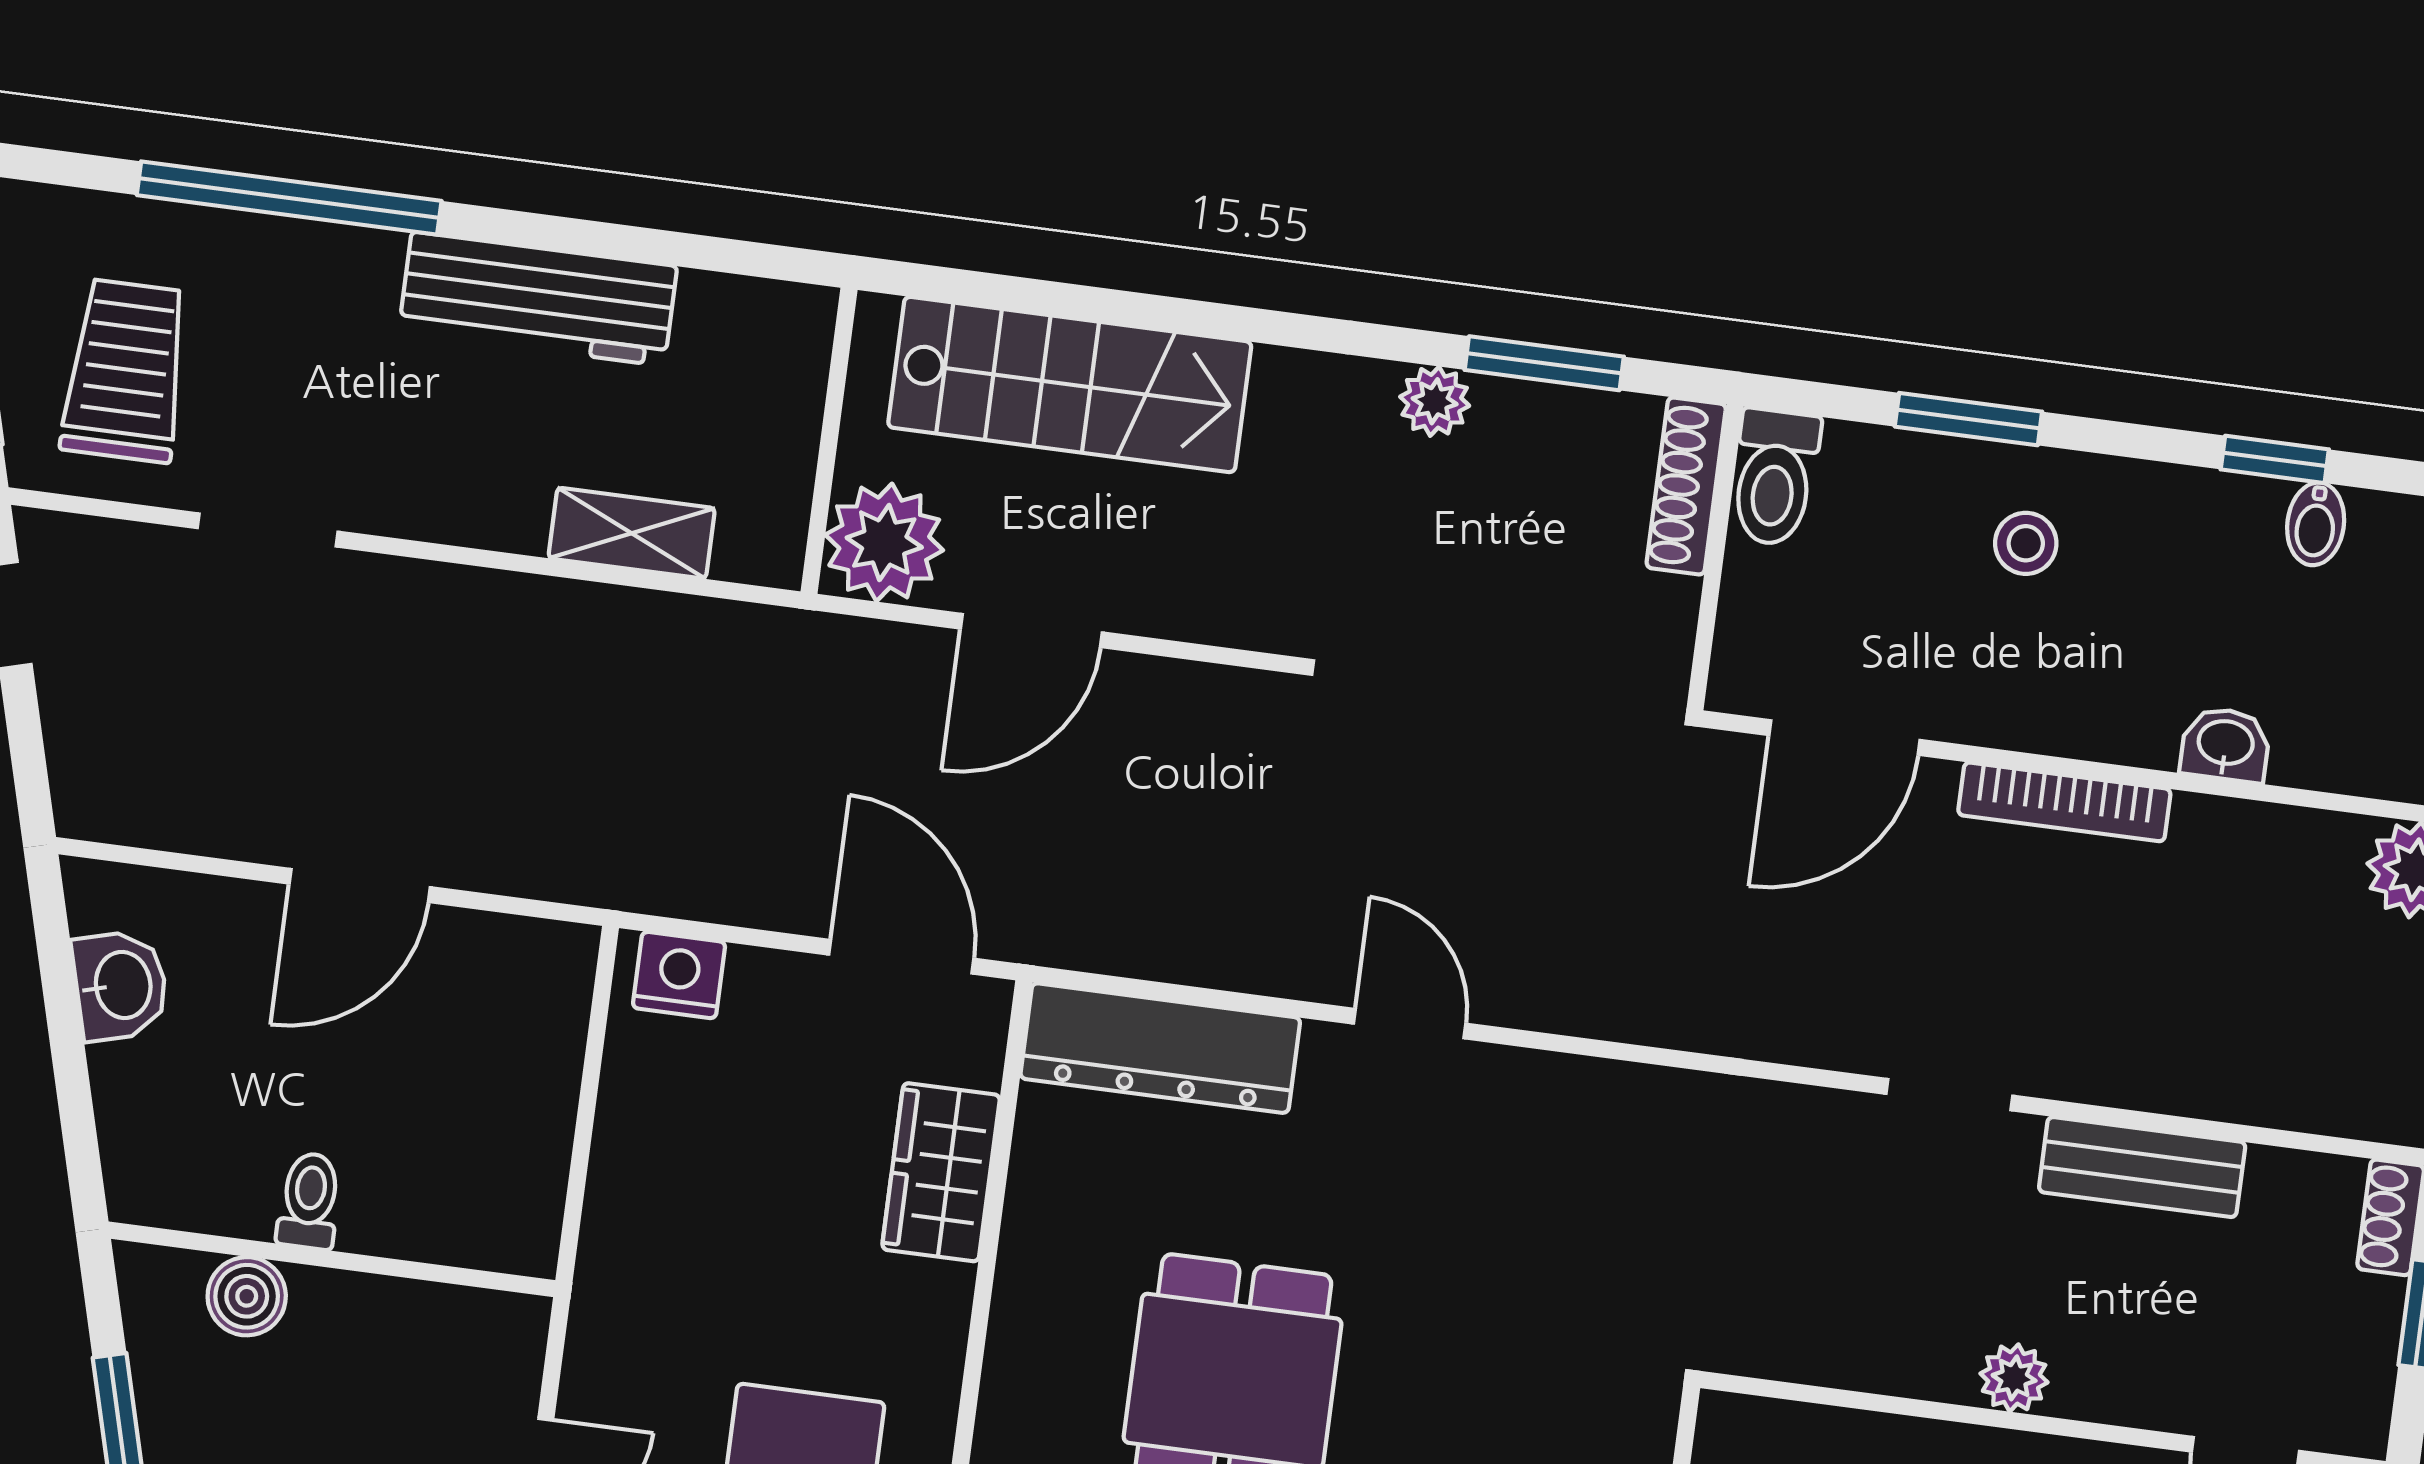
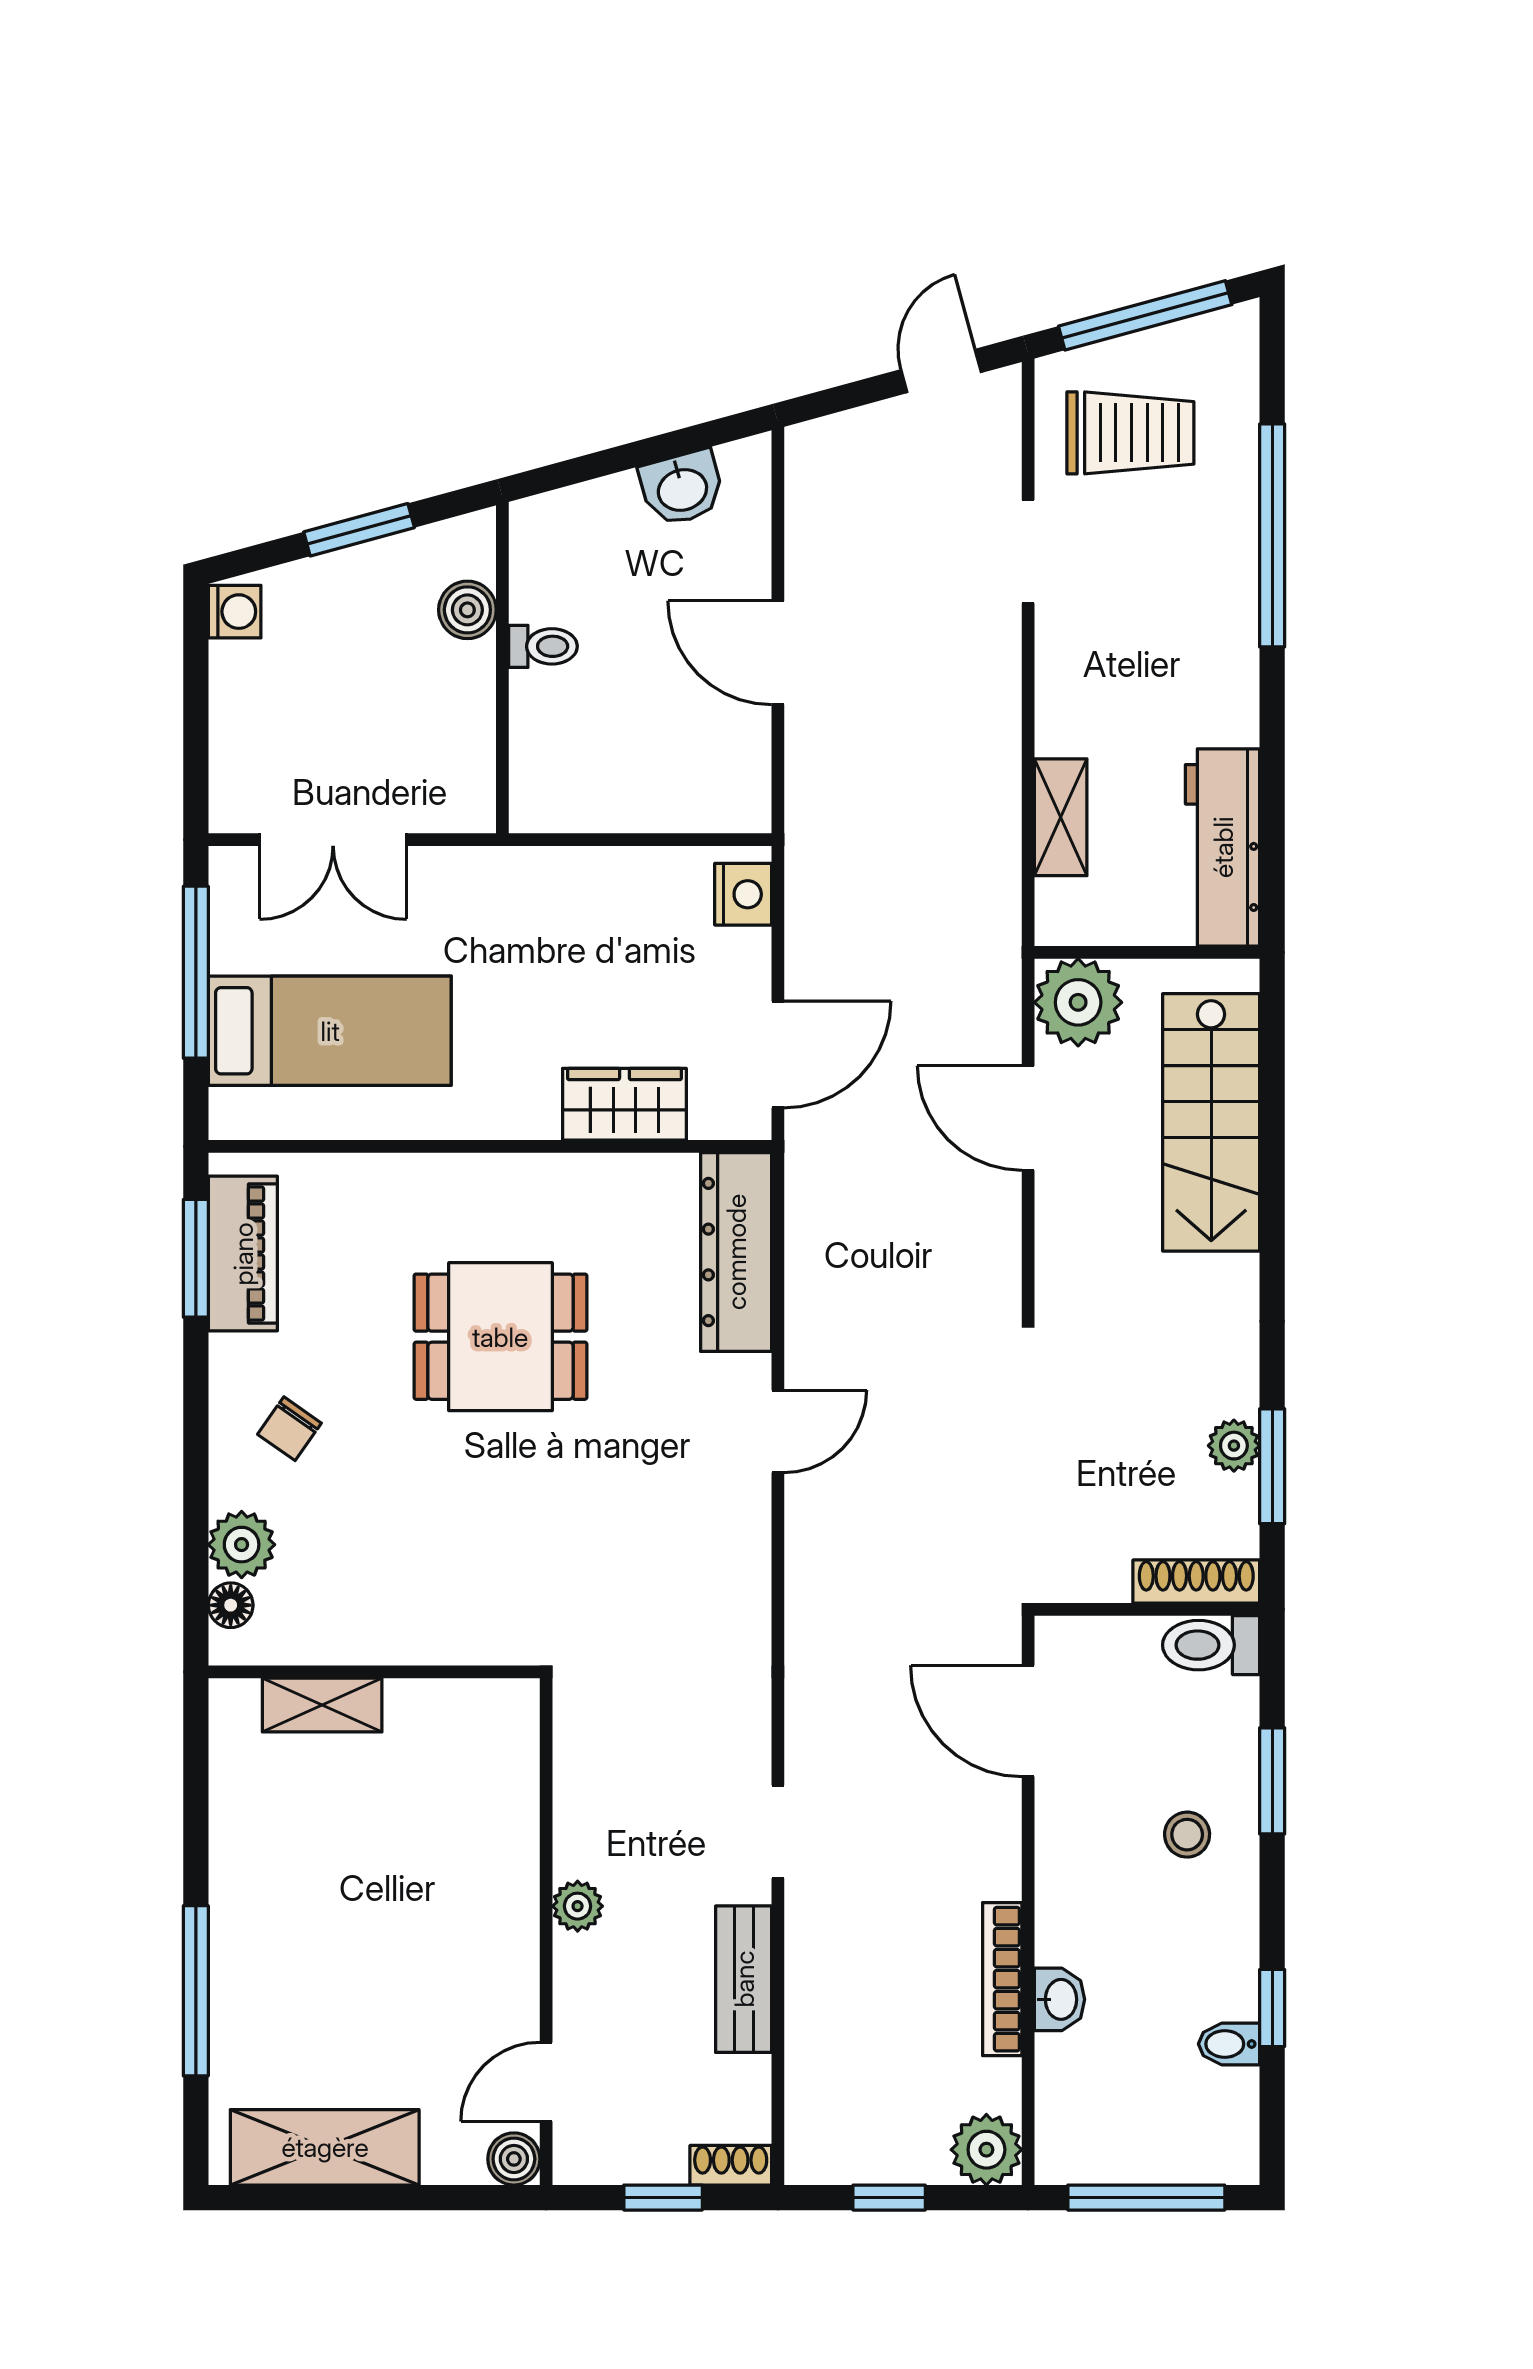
workbench: (538, 299) -> (1223, 847), moved
plant: (1435, 401) -> (1234, 1446), moved
bookcase: (2064, 802) -> (1002, 1979), moved

